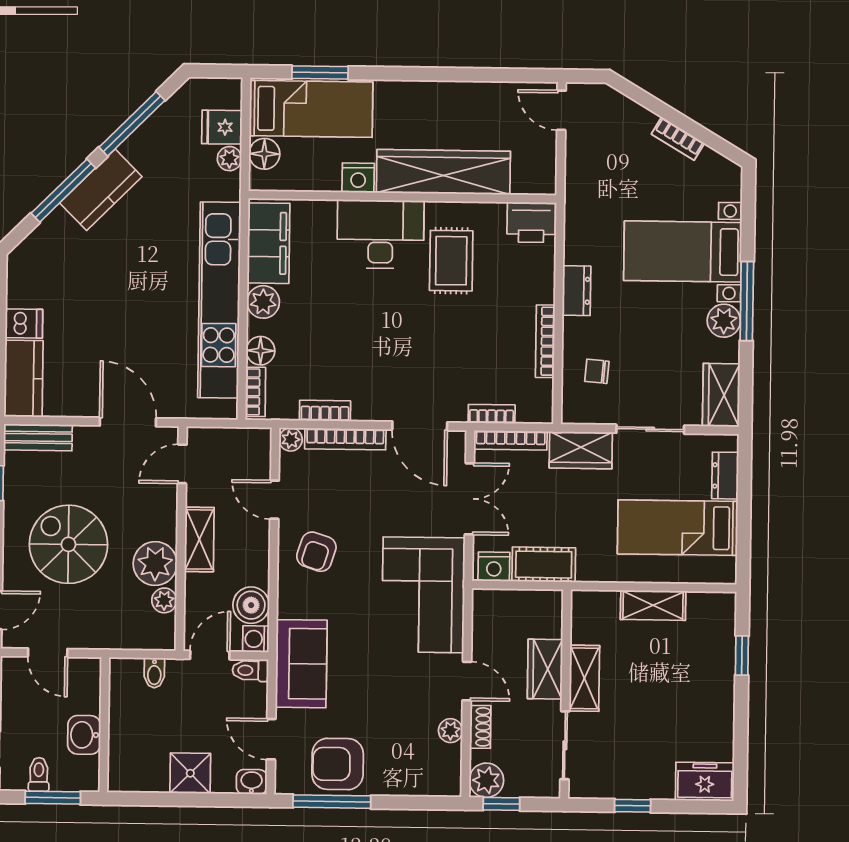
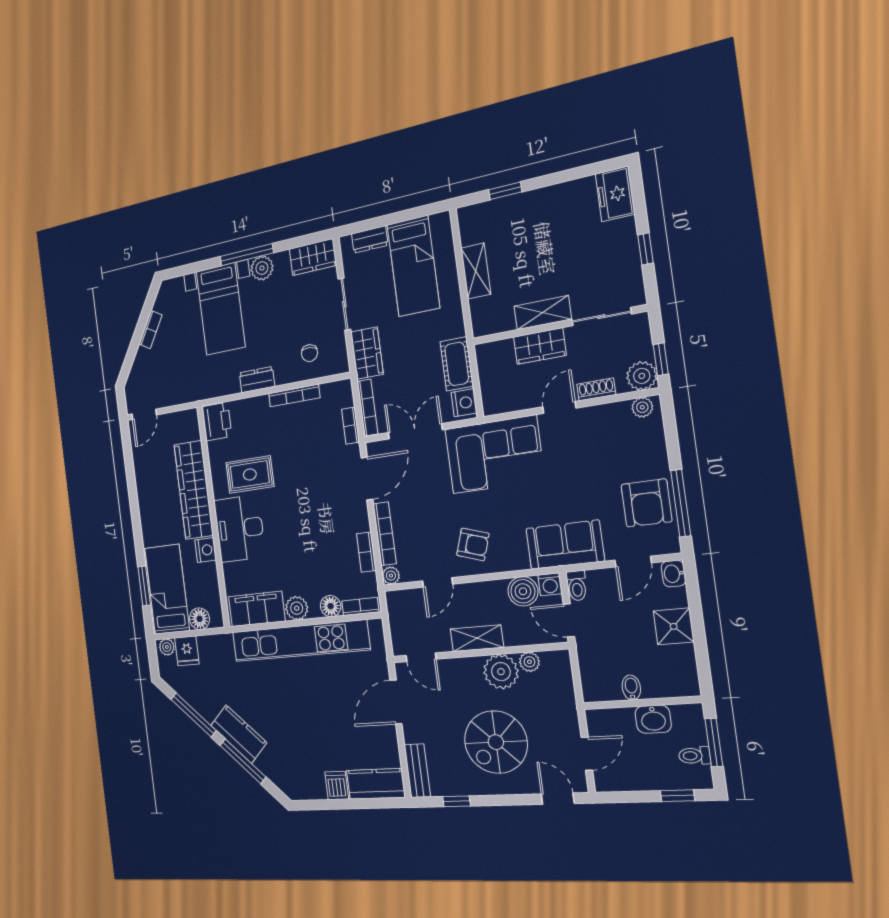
plant: (229, 159) -> (167, 647), moved
bidet: (154, 673) -> (631, 688), moved, turned -90
plant: (450, 731) -> (642, 407), moved

